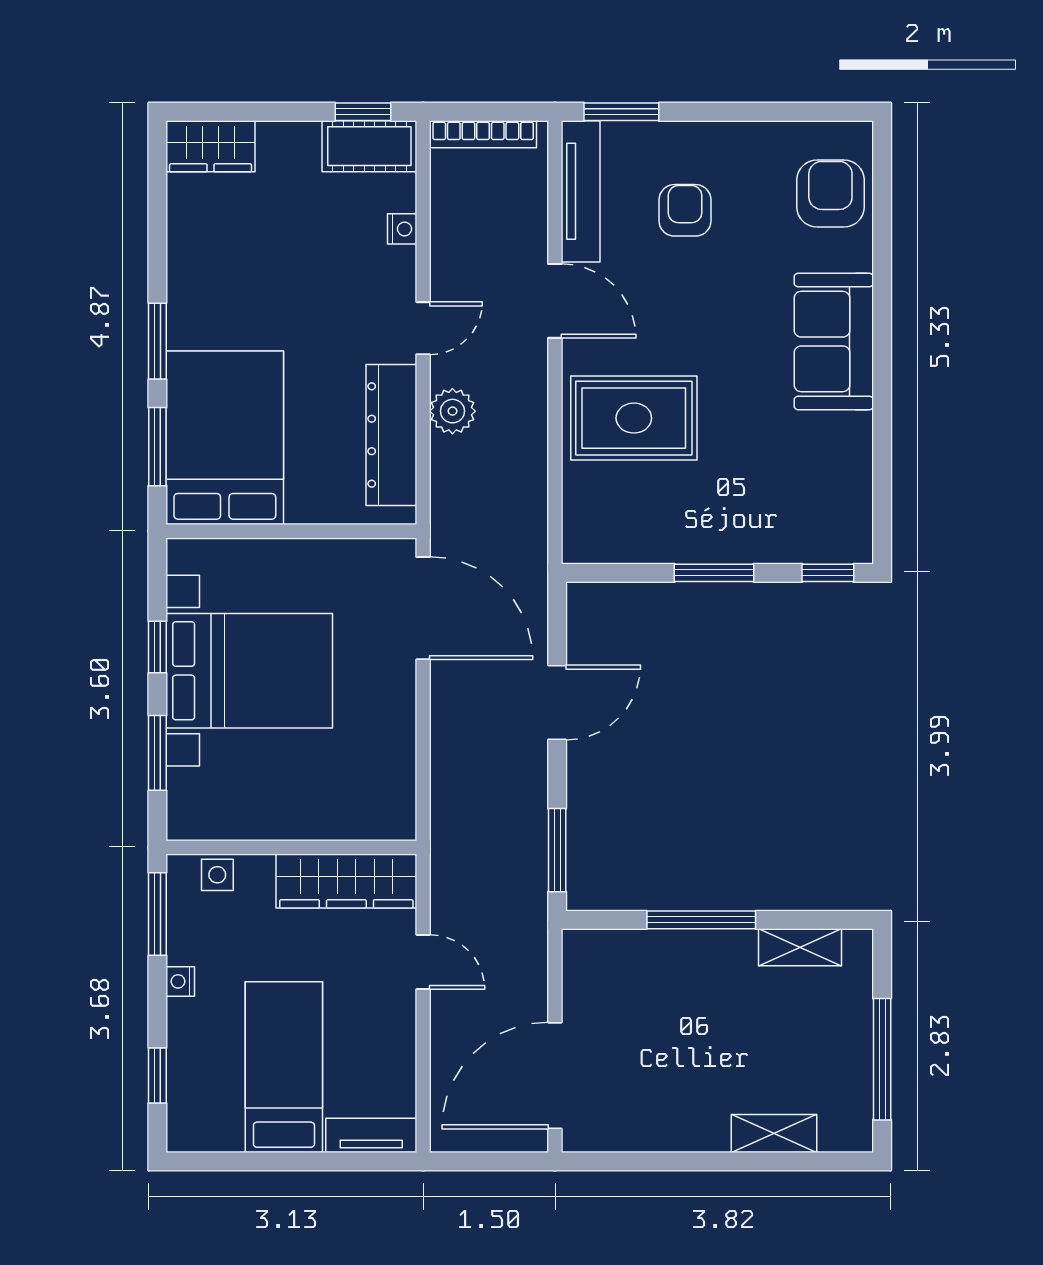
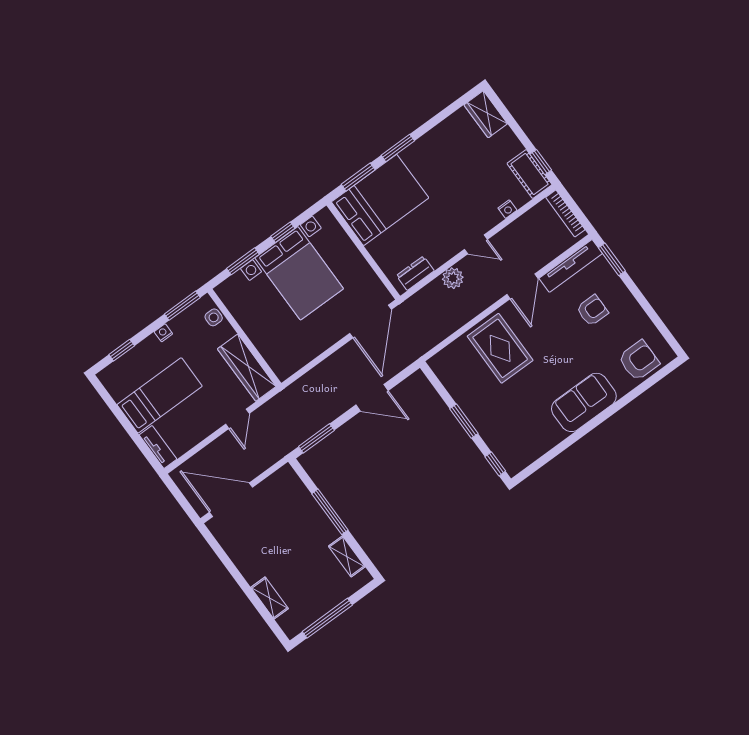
dresser: (391, 435) -> (415, 273), width x0.51, depth x0.80

